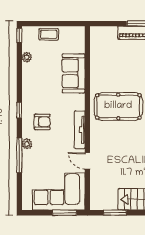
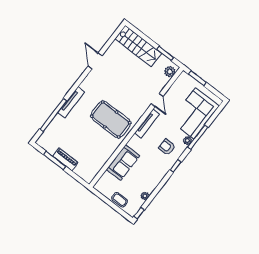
corner sofa: (59, 192) -> (195, 113), moved, turned 90
plant: (97, 198) -> (170, 72), added

